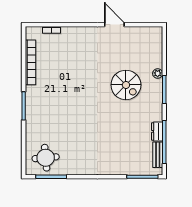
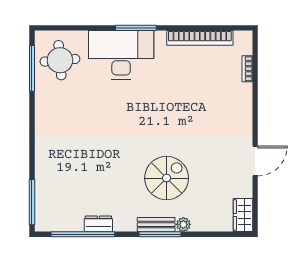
wardrobe: (151, 33) -> (243, 215), added
spiral stairs: (126, 85) -> (167, 178), turned 180
desk: (42, 116) -> (121, 55), added
bench: (158, 155) -> (156, 225), moved

